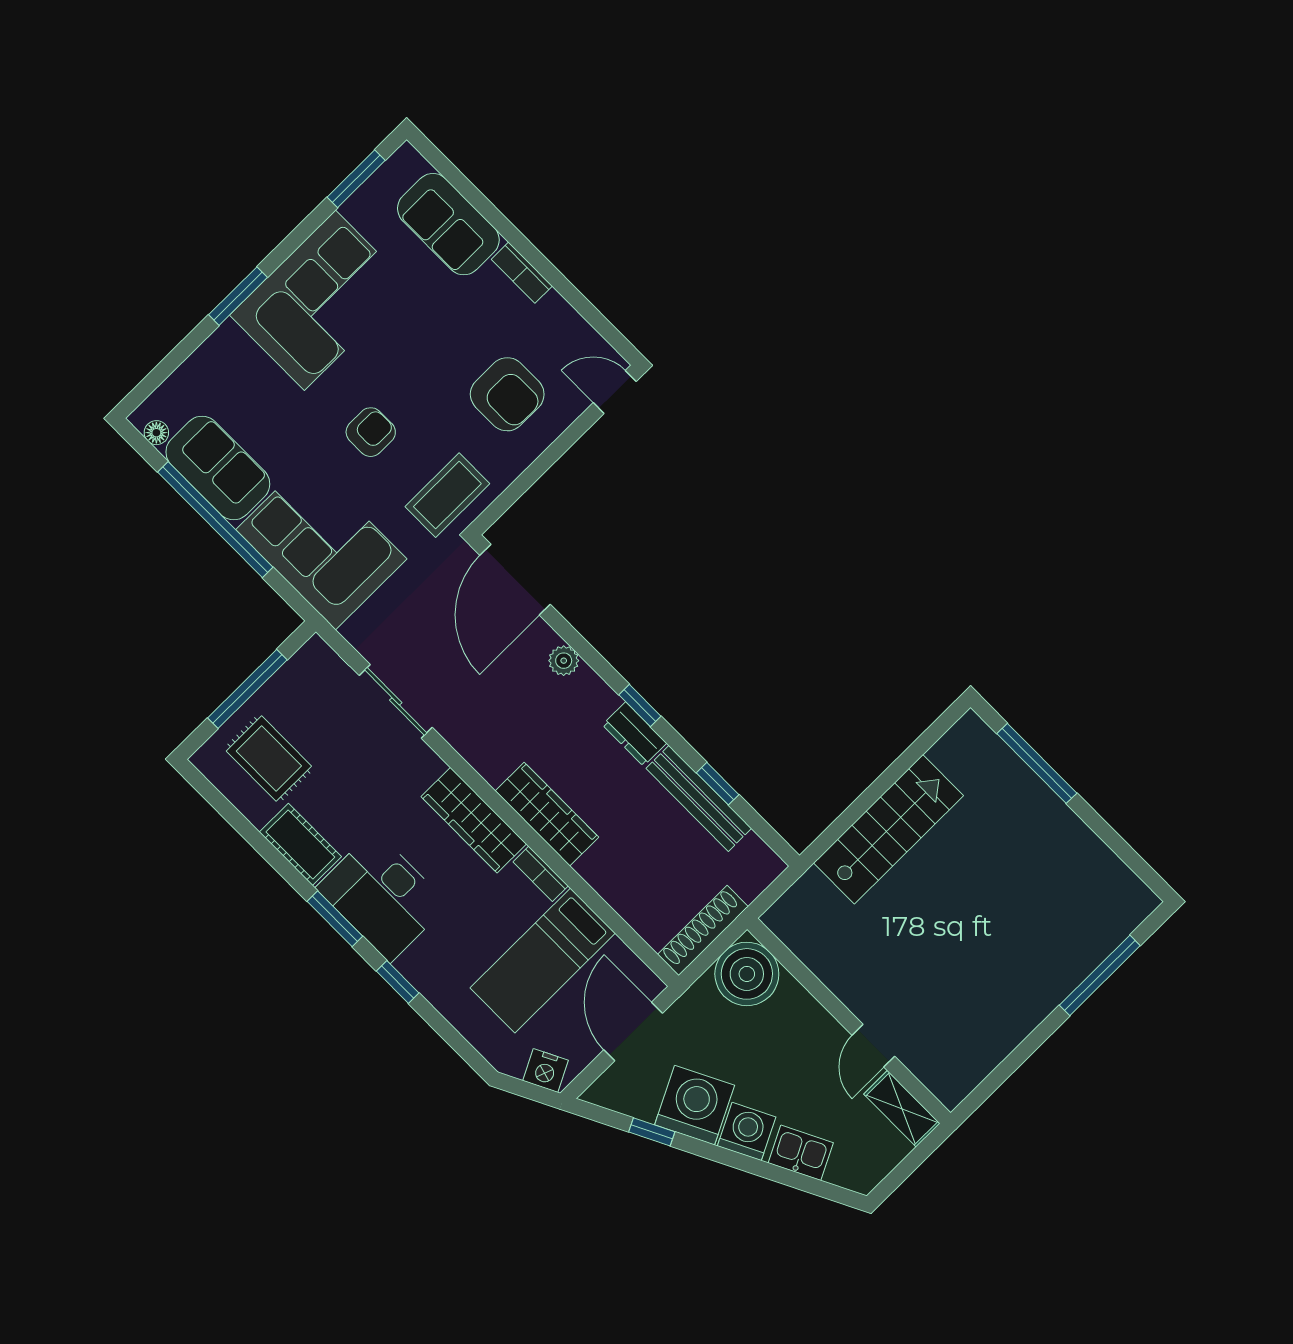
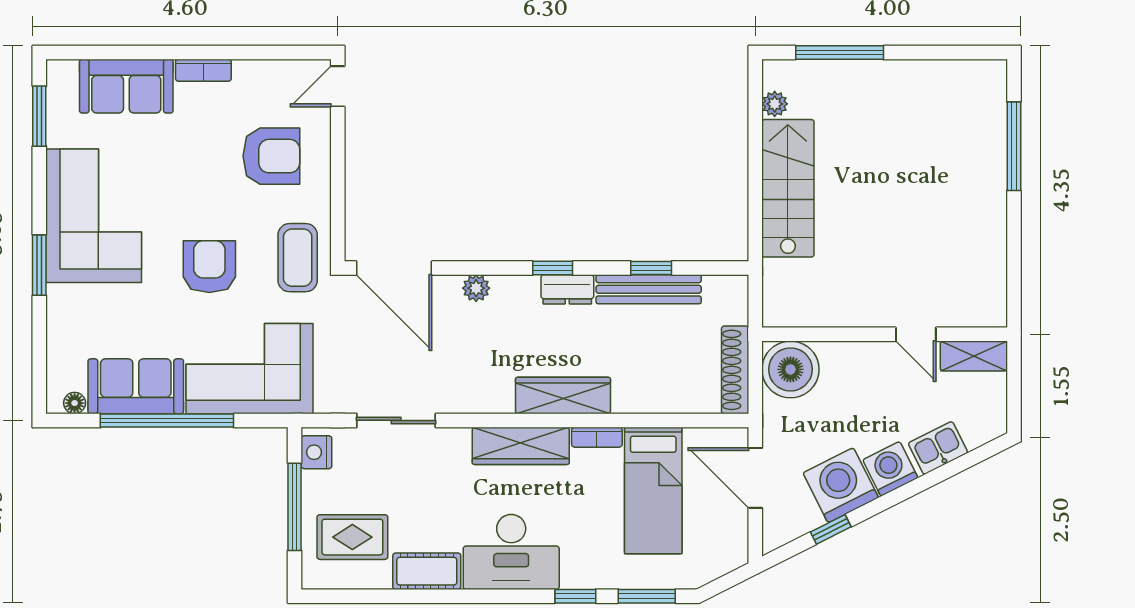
armchair: (371, 432) -> (209, 267), width x1.38, depth x1.38
plant: (945, 752) -> (775, 104), added
window: (335, 919) -> (647, 596), moved
nightstand: (545, 1070) -> (316, 452), moved, turned 117

